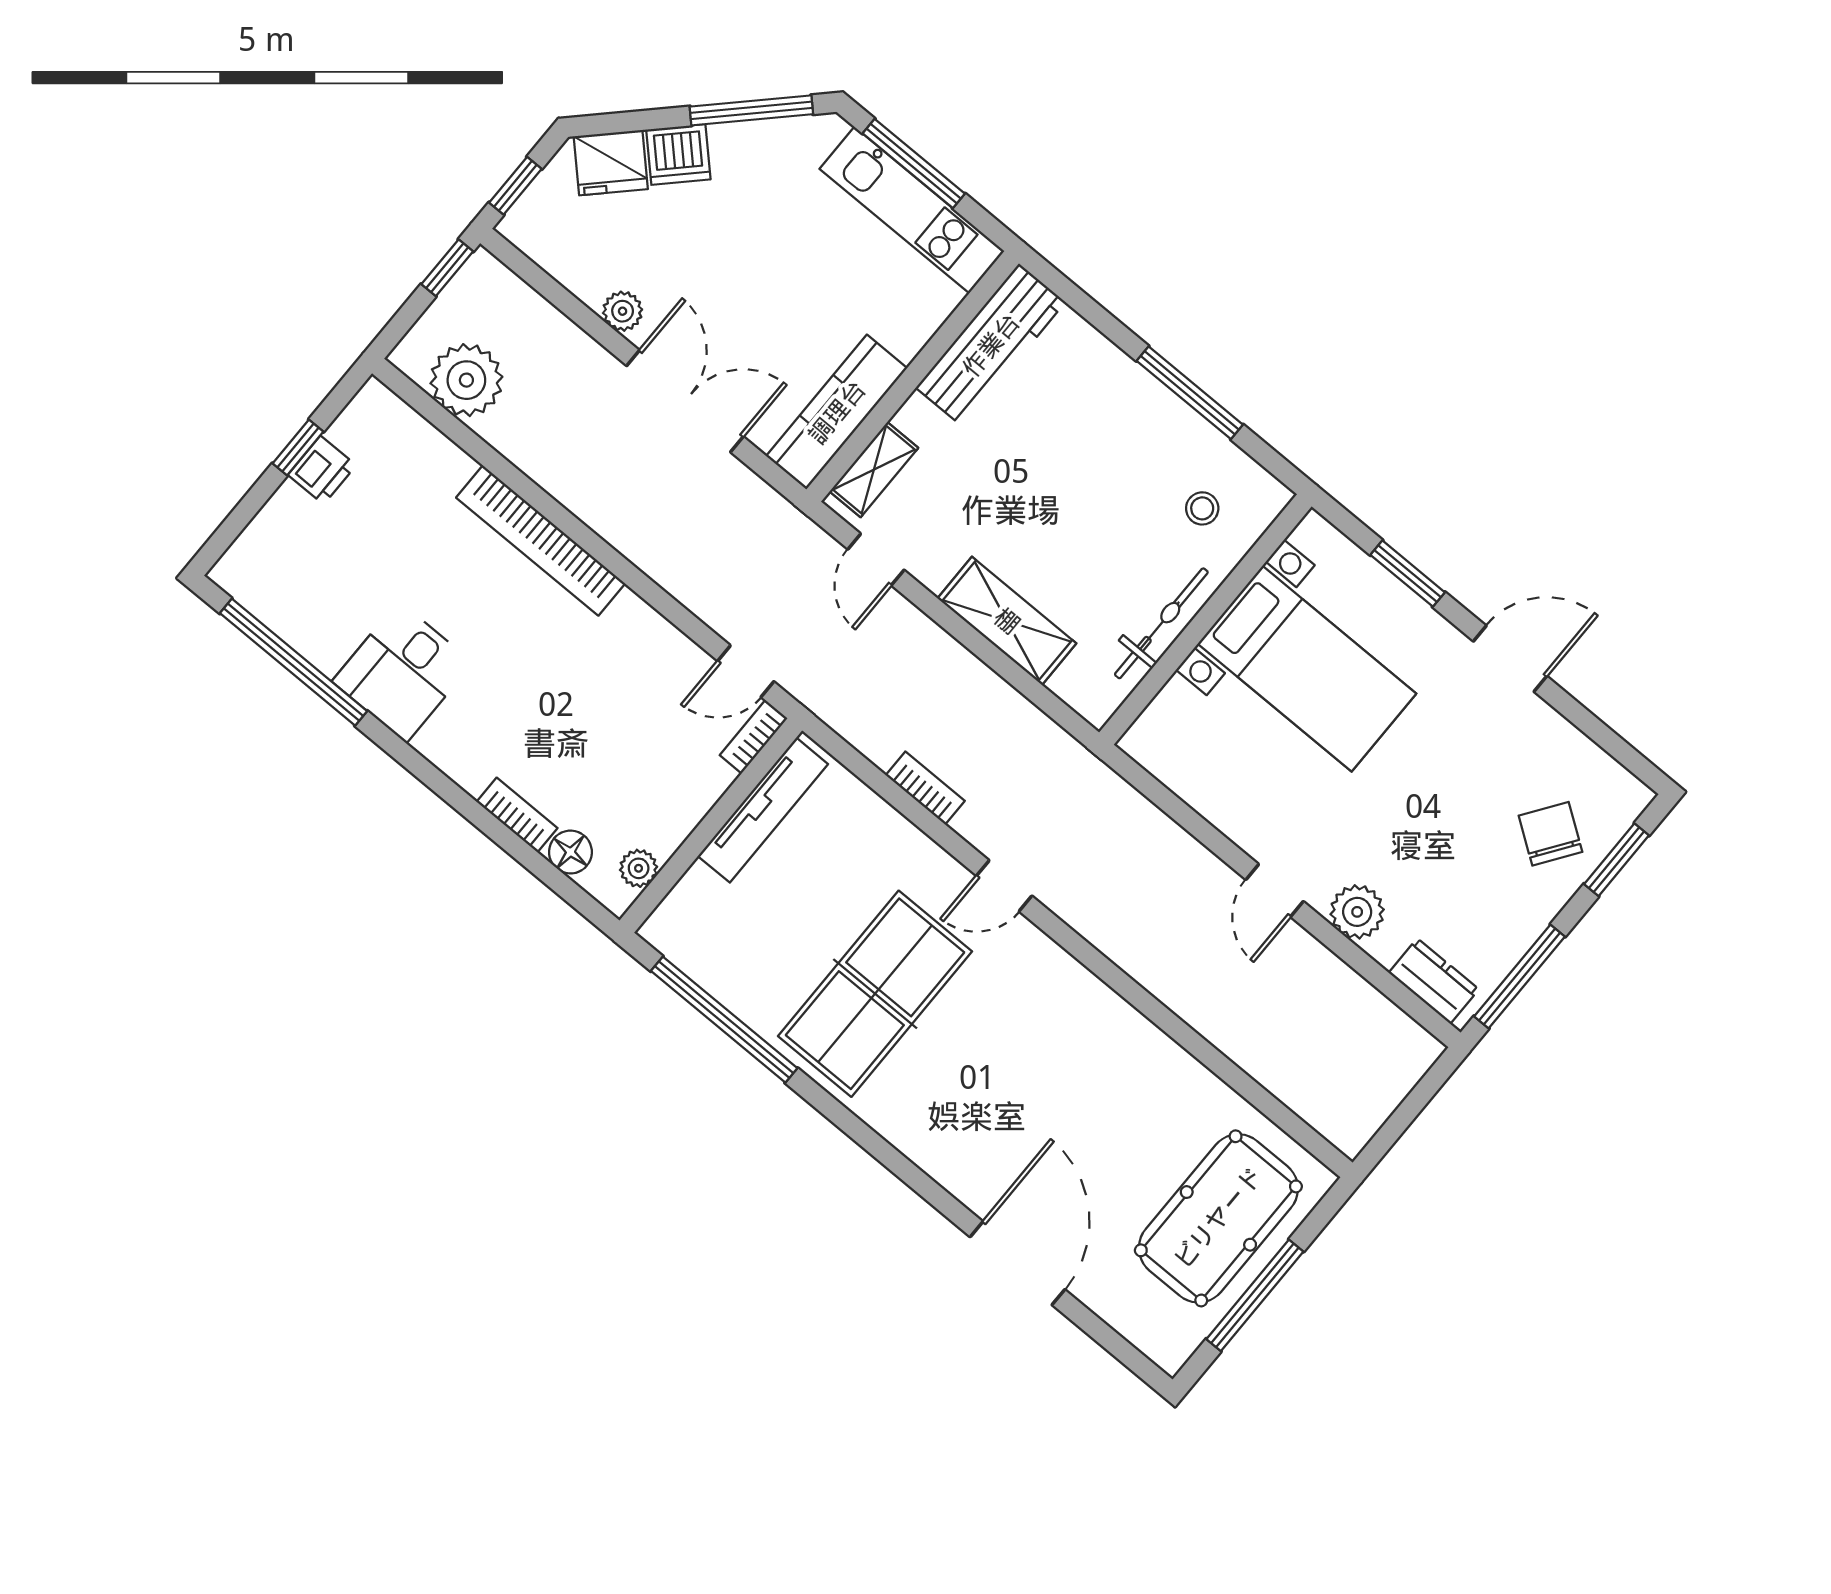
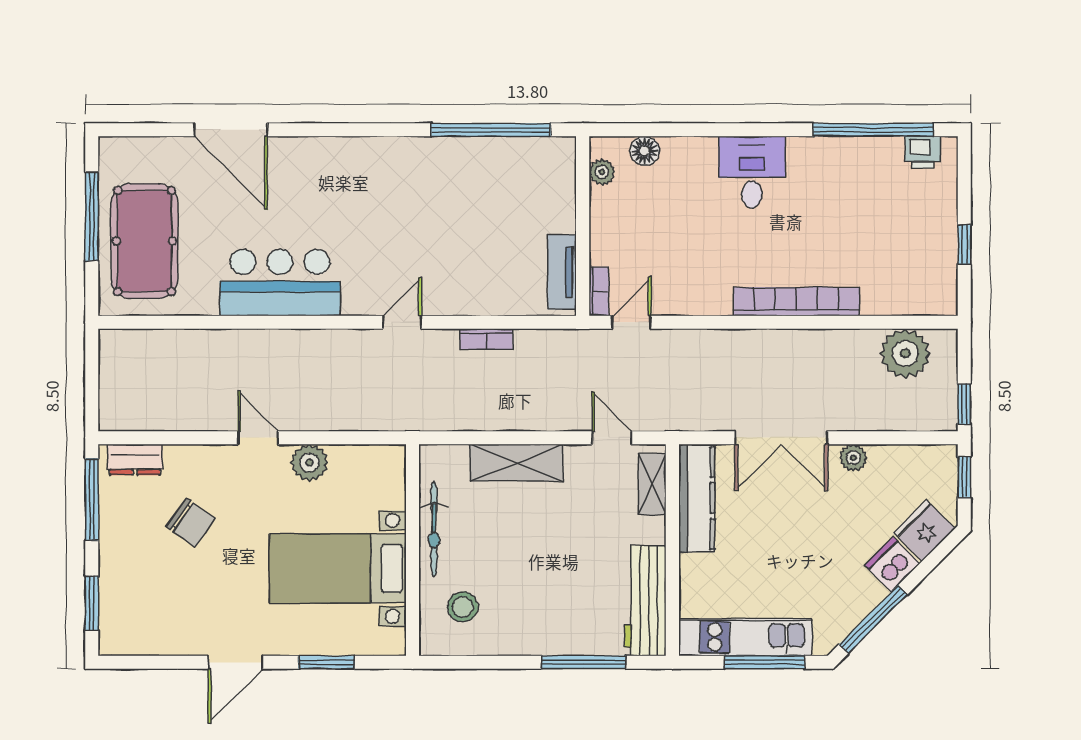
window: (1190, 393) -> (584, 662), moved
printer: (322, 470) -> (923, 152), moved, turned -90
stool: (1202, 508) -> (463, 607), width x1.37, depth x1.37
desk: (402, 672) -> (752, 172), moved
tv unit: (763, 810) -> (562, 272), width x0.71
bookcase: (517, 815) -> (689, 147), removed
chair: (1550, 834) -> (191, 523), moved
plant: (1357, 912) -> (309, 463), moved
table tennis table: (875, 994) -> (423, 209), removed
bar counter: (1105, 1045) -> (280, 282), added

